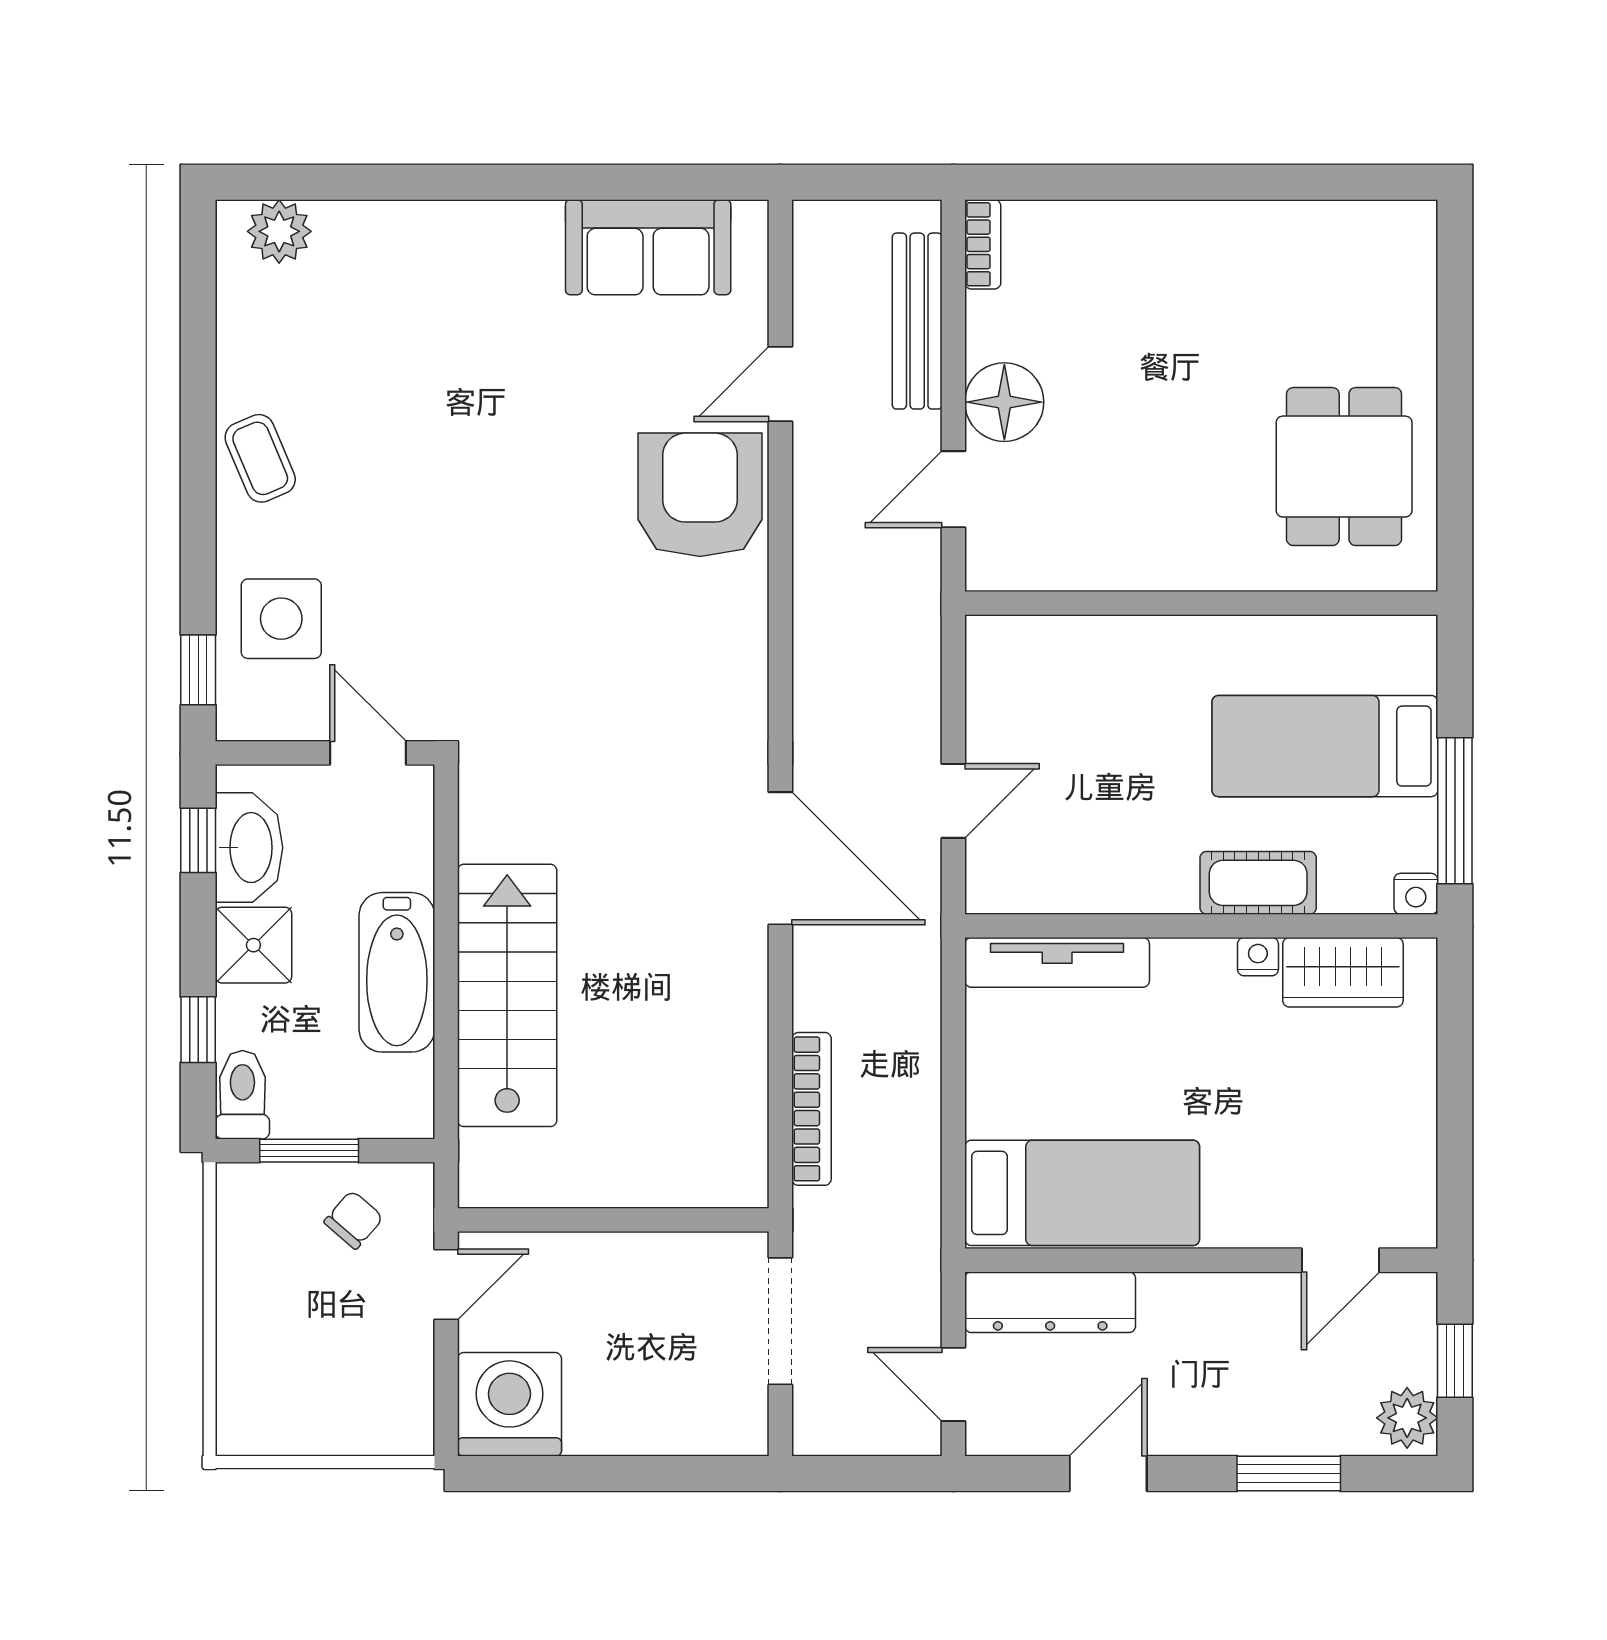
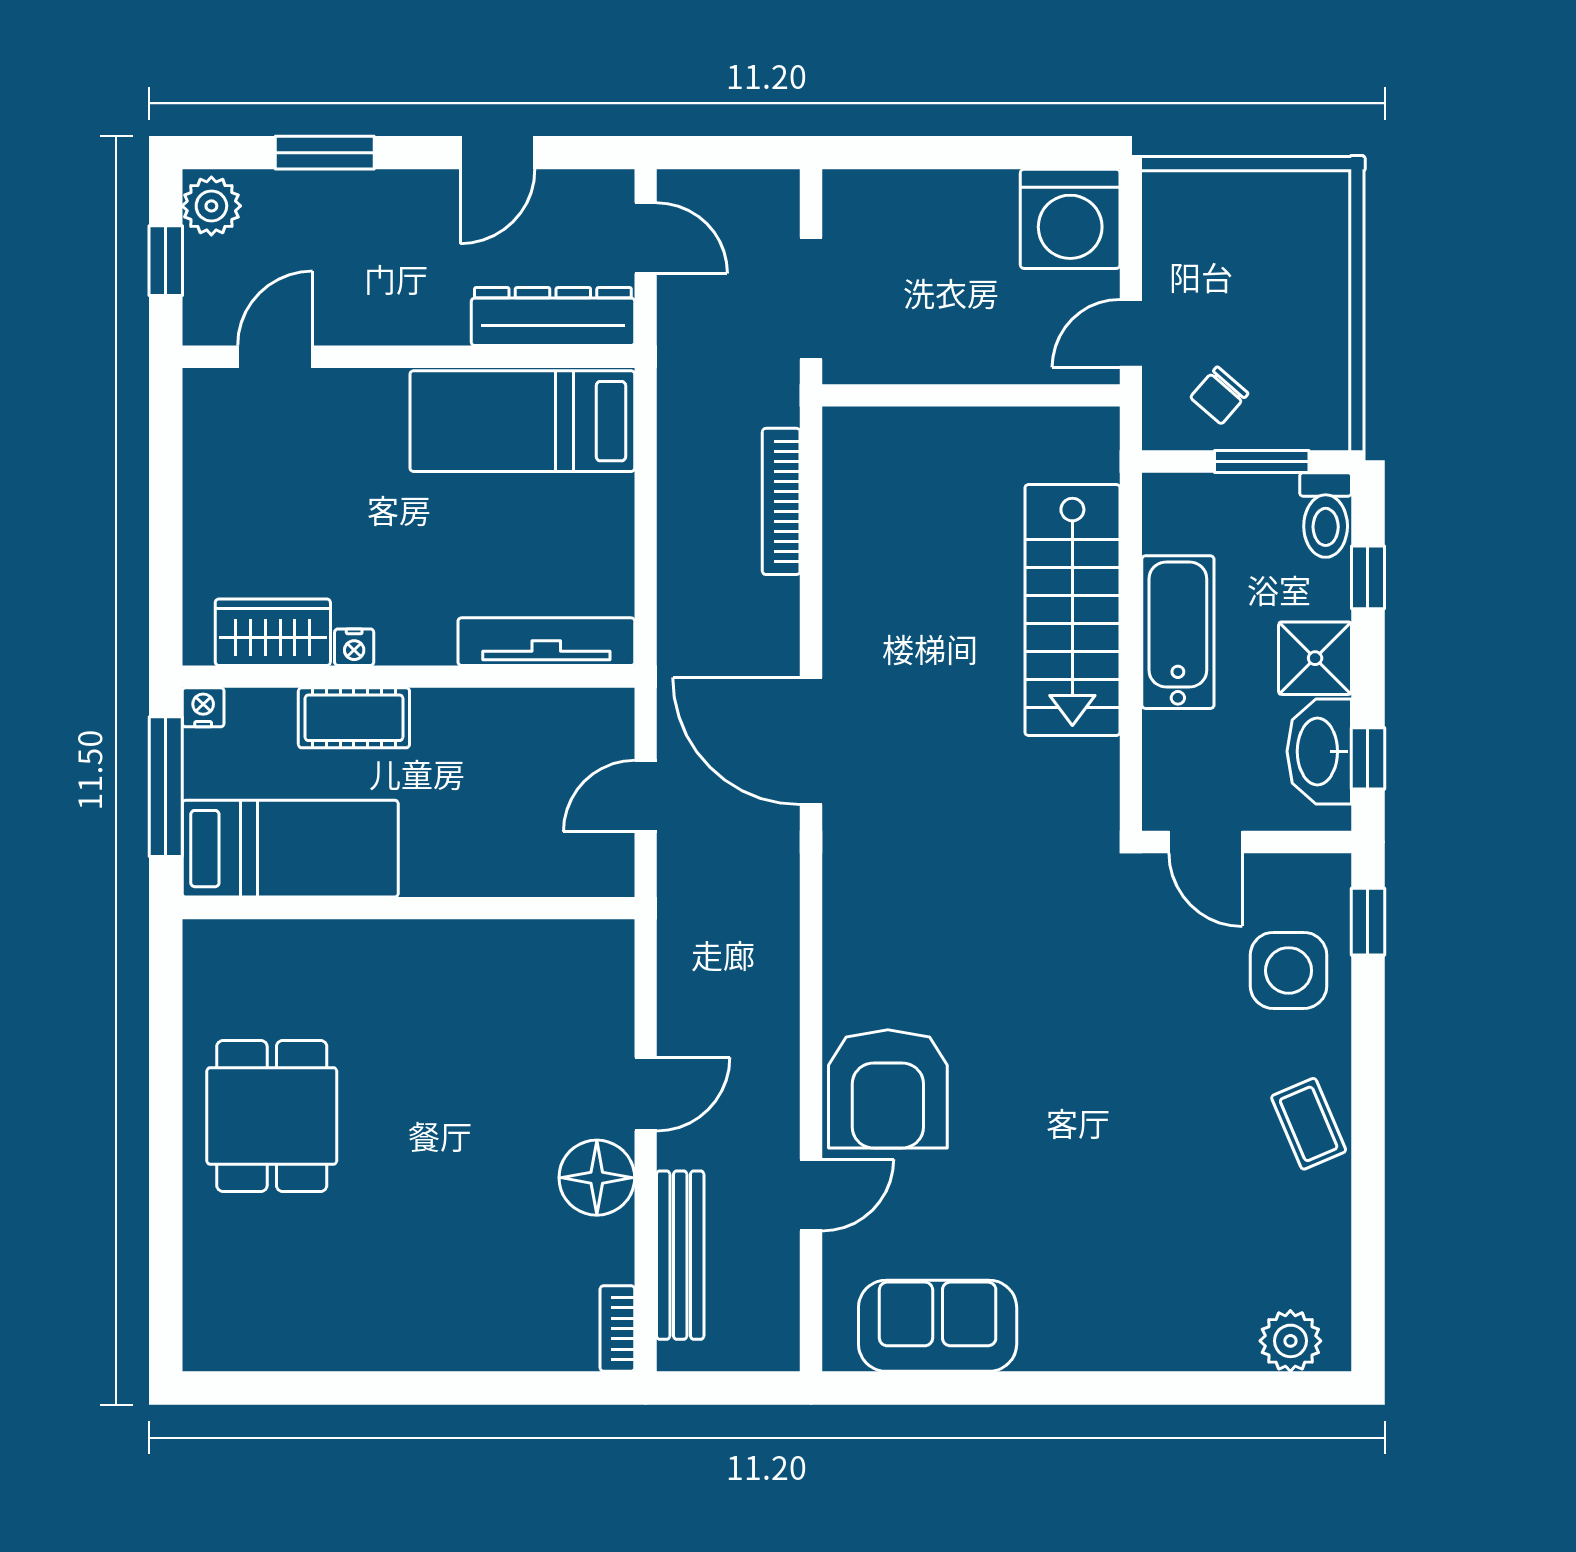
wall: (1201, 603) -> (408, 908), moved

